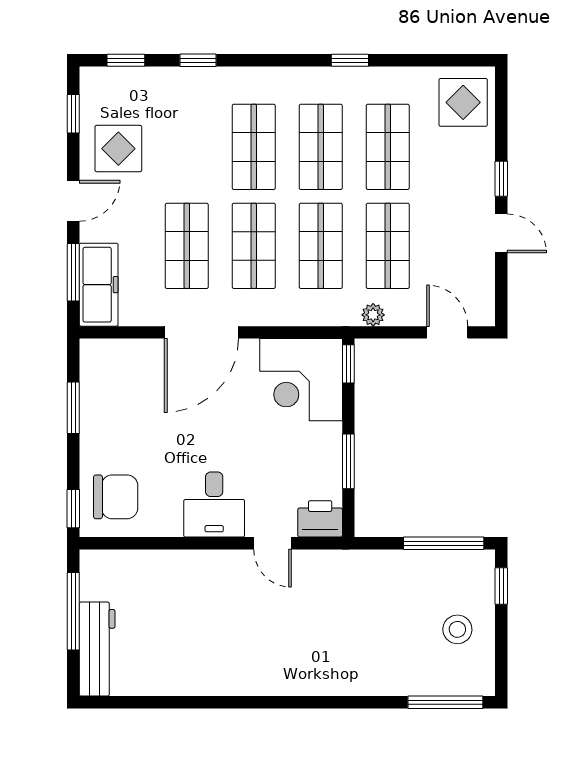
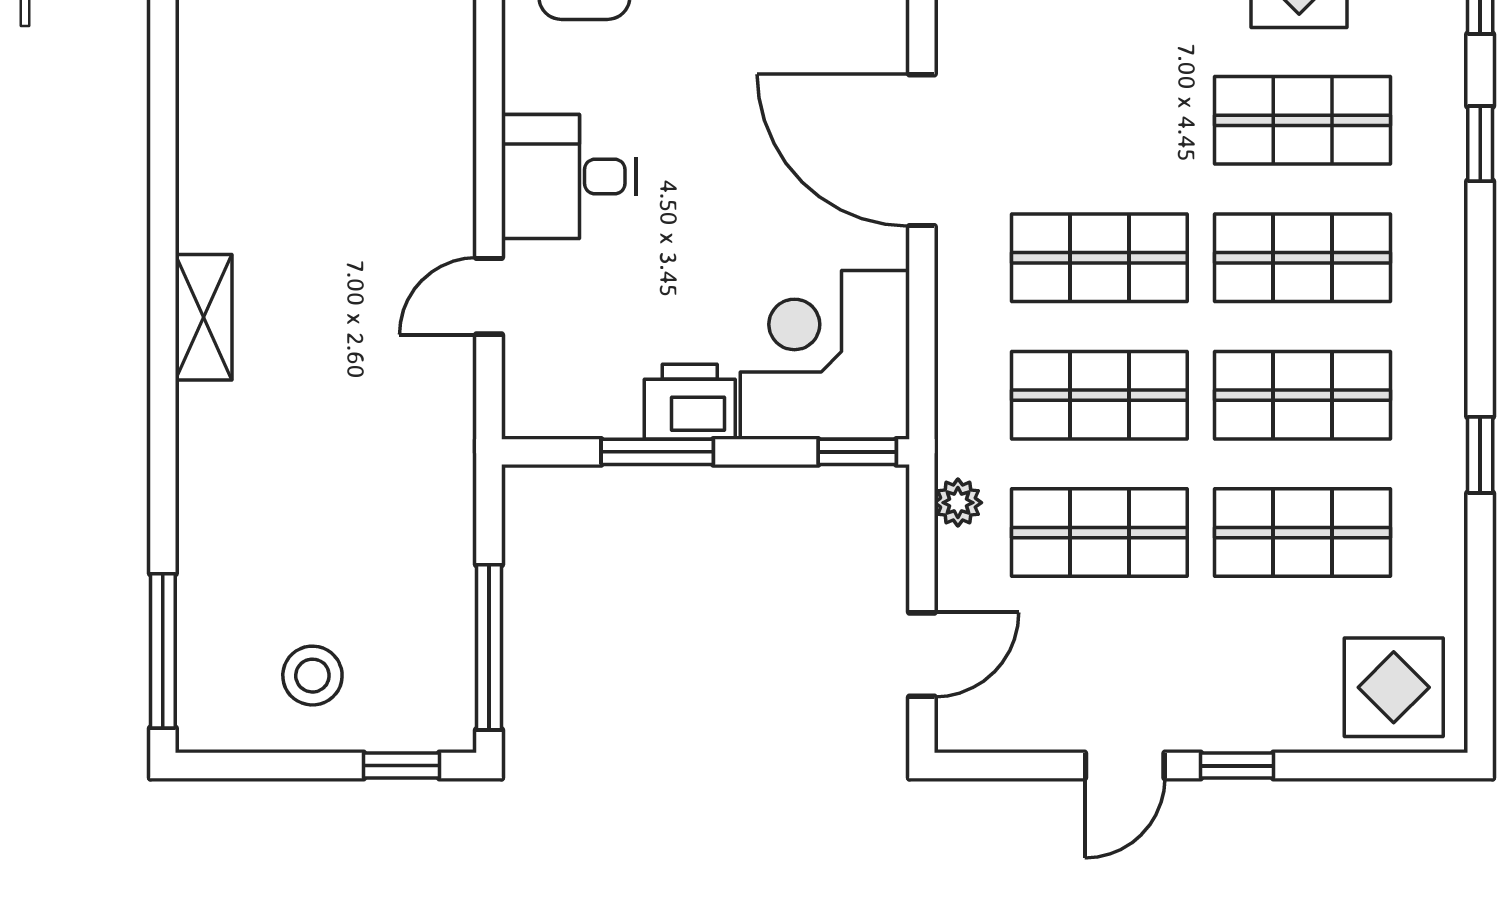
shop shelf: (187, 246) -> (1302, 120), moved
printer: (320, 519) -> (690, 402), moved, turned -90
shelving: (283, 682) -> (204, 317), added

